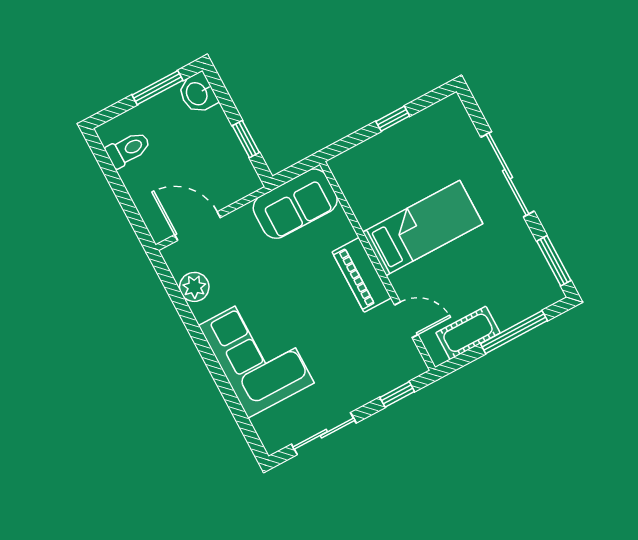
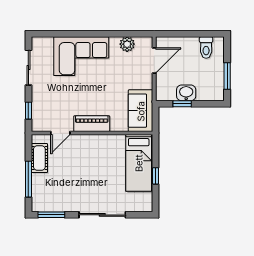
washbasin: (198, 93) -> (186, 93), moved
bed: (423, 228) -> (139, 163), moved

